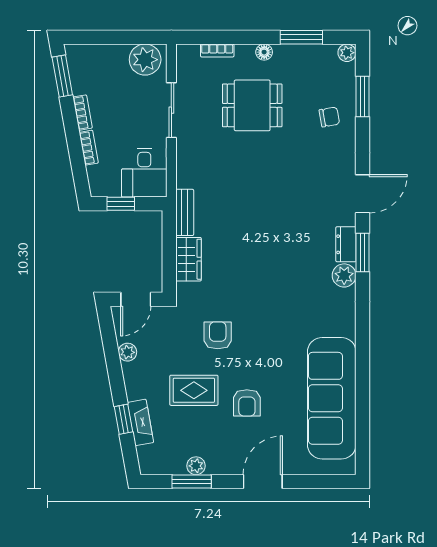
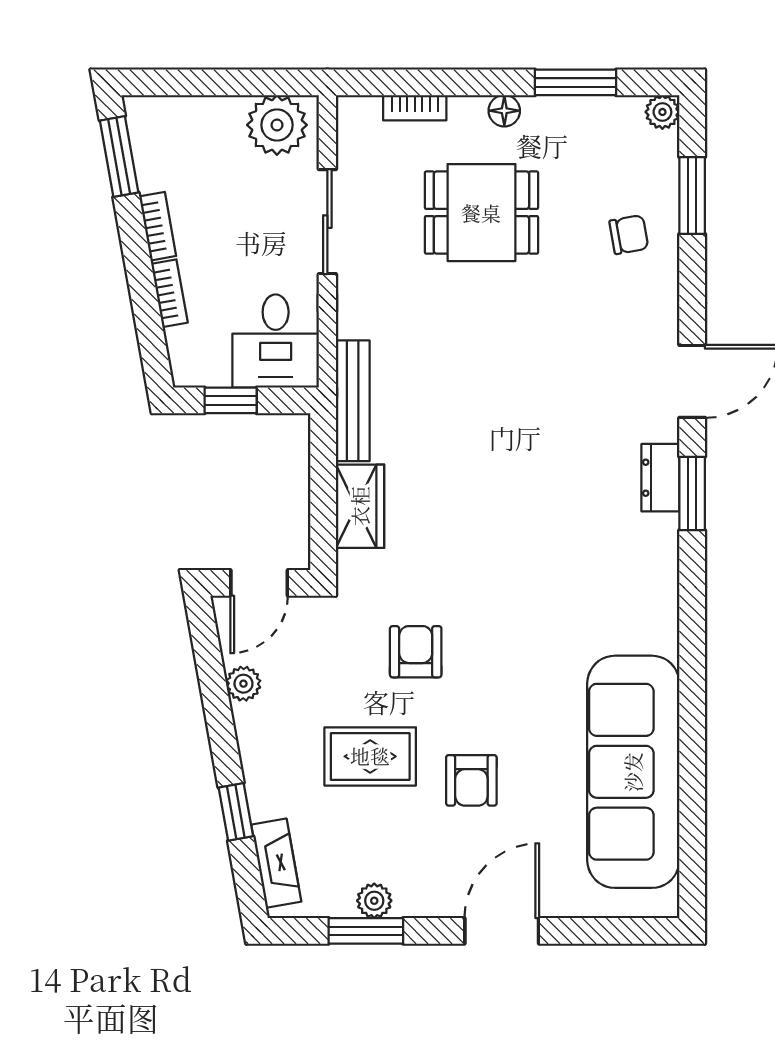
bench: (185, 212) -> (353, 401), width x1.36
plant: (344, 275) -> (657, 537), removed
fireplace: (140, 422) -> (276, 863), moved

